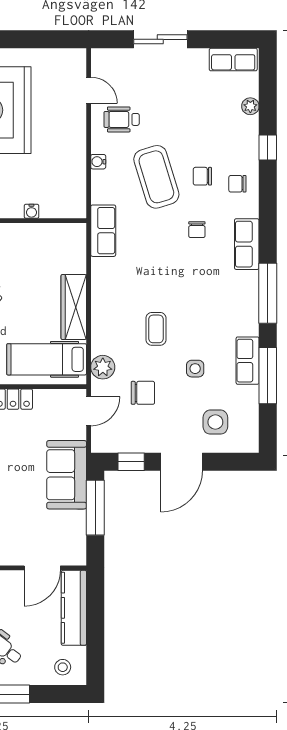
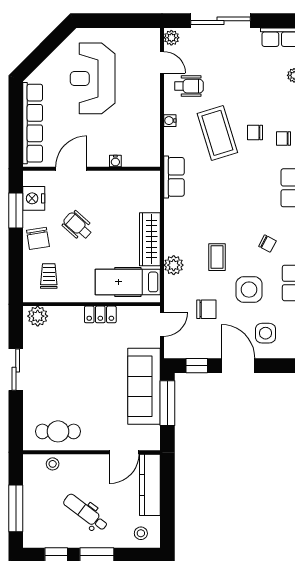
sliding door: (160, 39) -> (221, 21), width x1.37
plant: (100, 60) -> (171, 38), added
wheelchair: (122, 119) -> (189, 86), turned 180
chair: (197, 230) -> (267, 244), moved, turned -62
plant: (103, 367) -> (174, 265), moved
side table: (195, 369) -> (249, 290), width x1.87, depth x1.87
door: (182, 462) -> (238, 366), swing flipped
sofa: (67, 475) -> (144, 386), width x1.36

